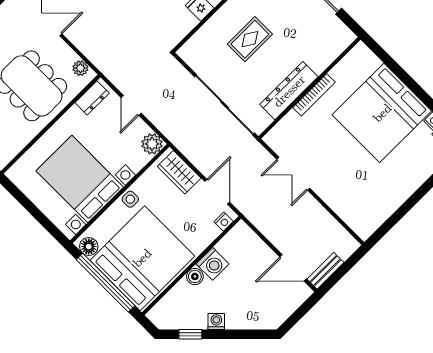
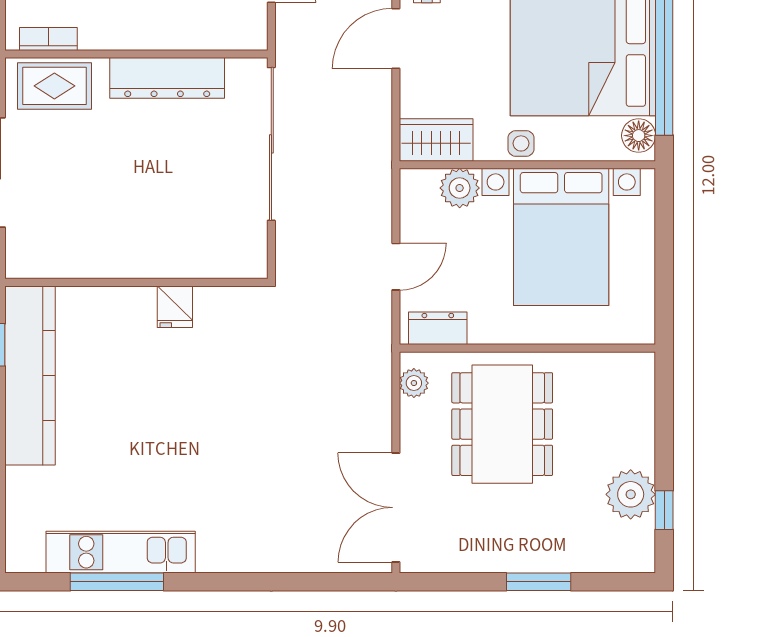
rug: (250, 39) -> (54, 86), moved
bookcase: (314, 95) -> (48, 39), moved, width x0.64
plant: (152, 144) -> (460, 188), moved
wardrobe: (179, 172) -> (436, 140), moved, turned -90

